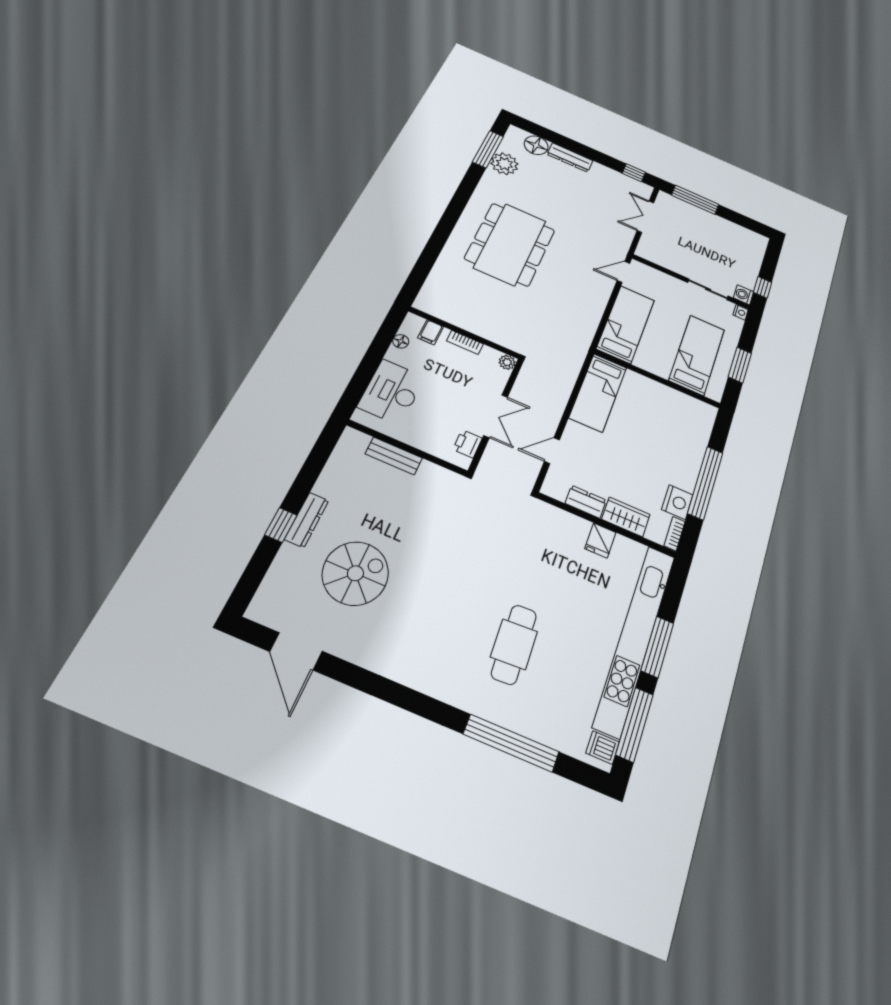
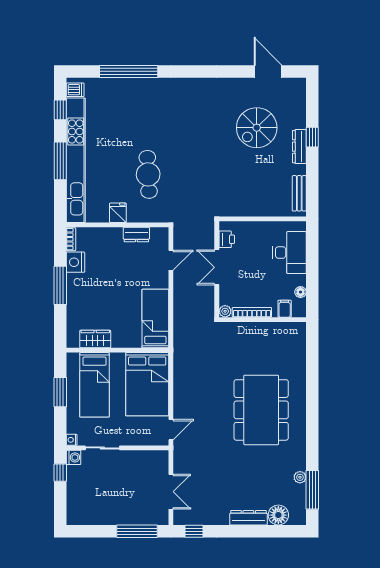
plant: (504, 164) -> (300, 477), width x0.53, depth x0.53
bed: (626, 324) -> (147, 384), width x1.50
bookcase: (465, 342) -> (252, 312), width x1.56
bench: (394, 456) -> (299, 193), moved, turned 90
window: (705, 483) -> (60, 285), width x0.68
wardrobe: (626, 517) -> (95, 339), moved, turned 180
cafe table: (514, 644) -> (148, 174), moved
window: (635, 725) -> (60, 110), width x0.46

